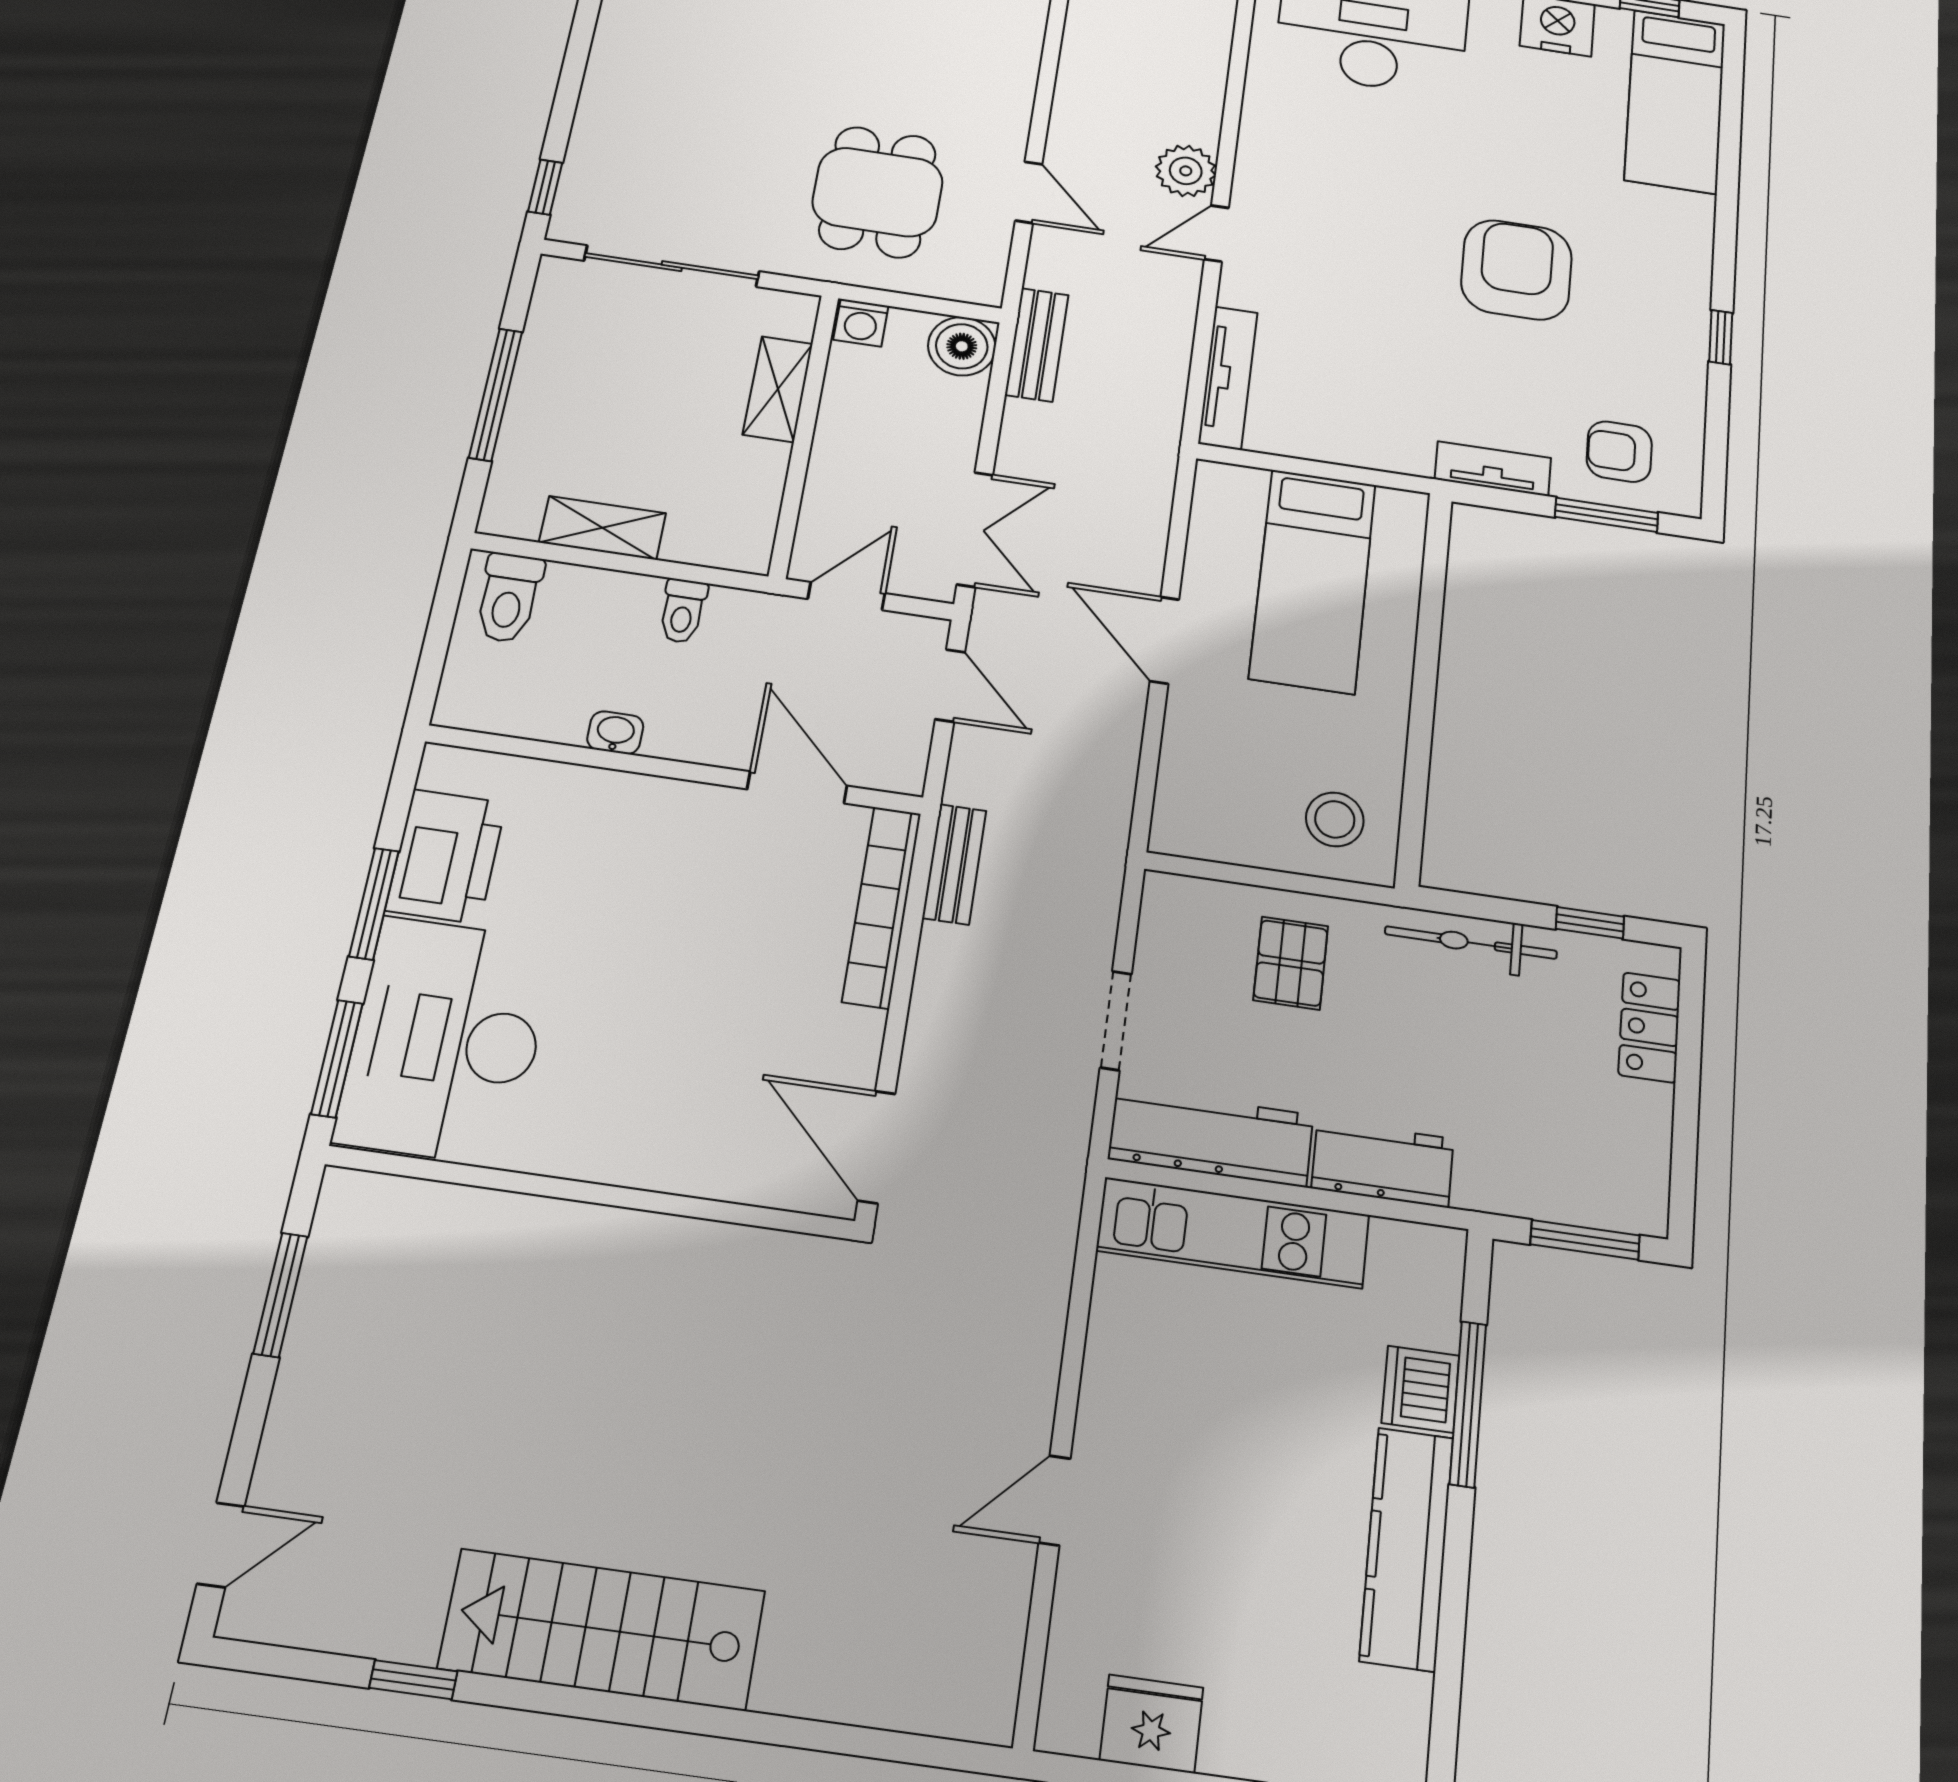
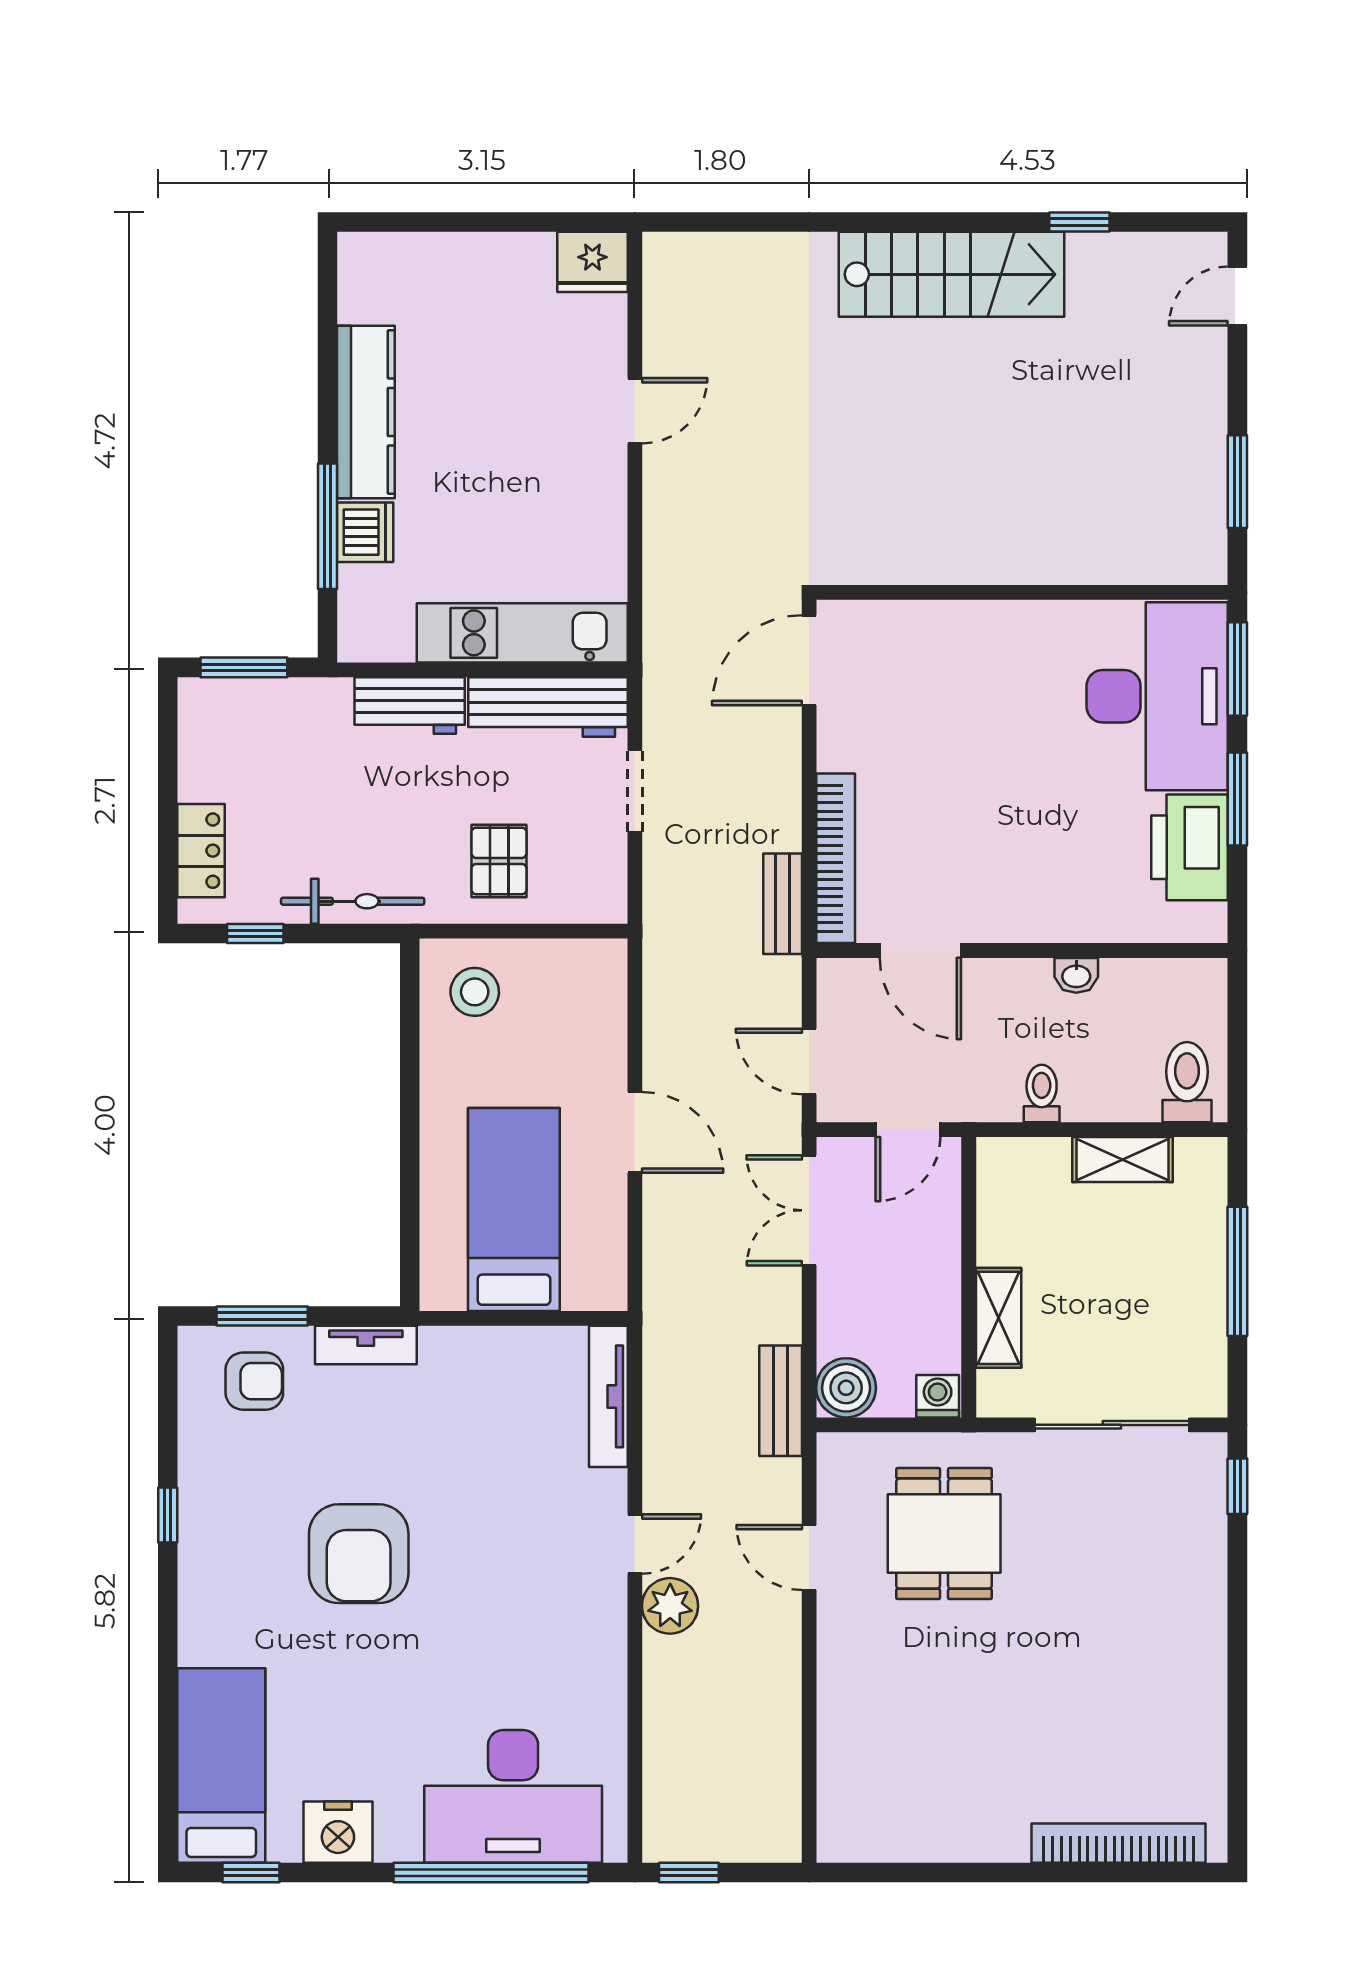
door: (877, 1147) -> (809, 660), swing flipped
fridge: (1152, 1724) -> (592, 262), moved

